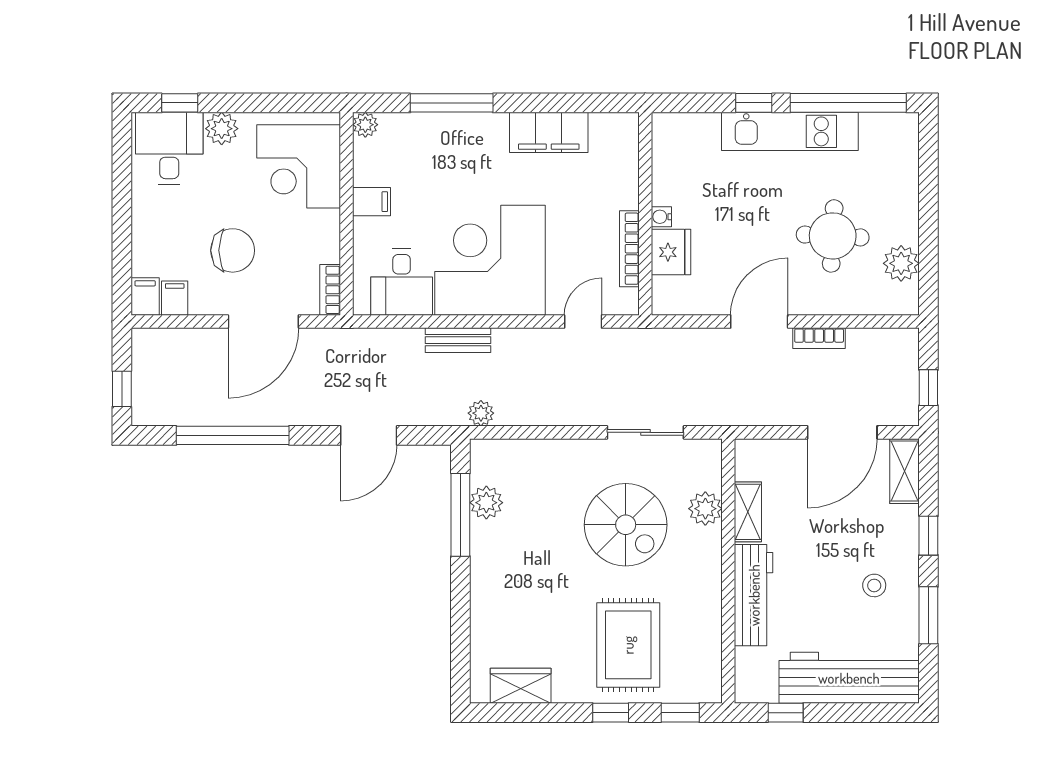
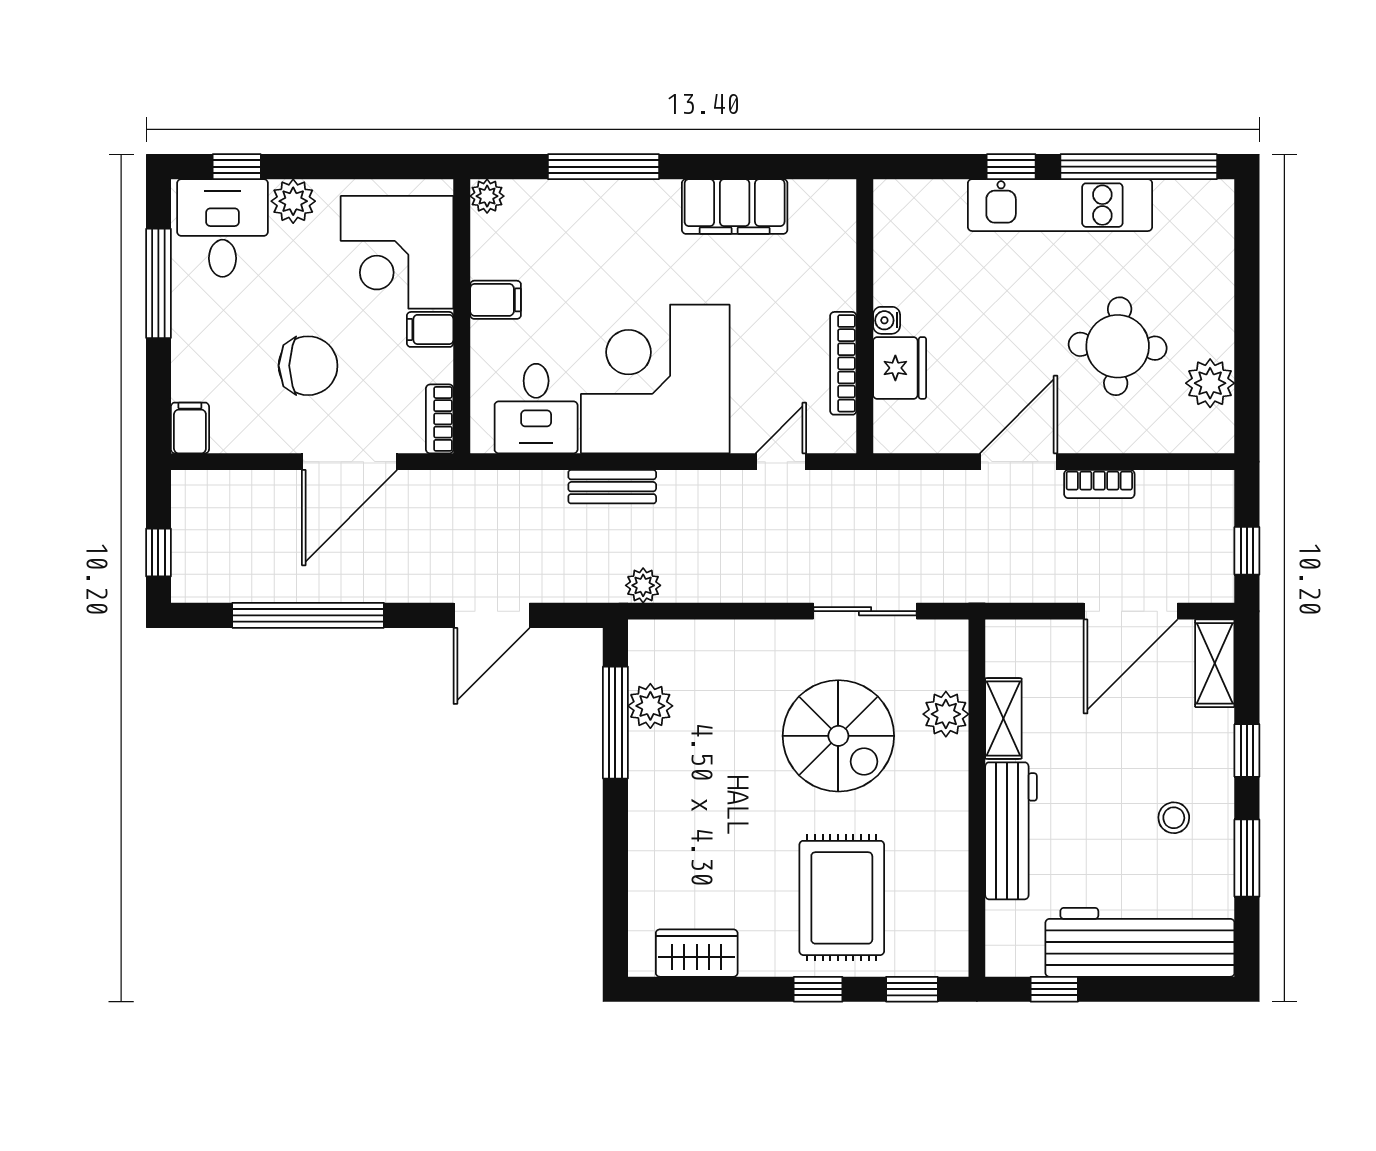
window: (122, 189) -> (158, 283), added
filing cabinet: (175, 298) -> (430, 329), moved, turned -90

